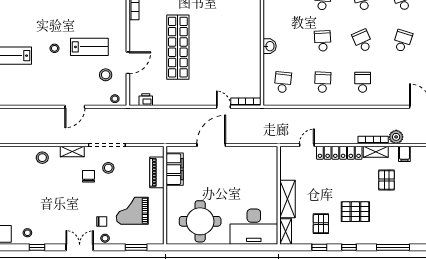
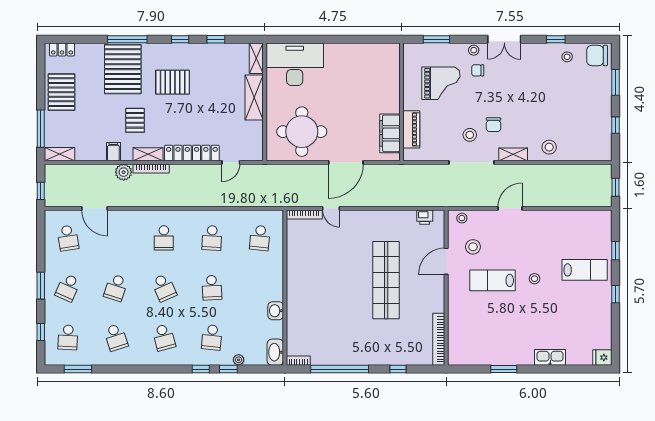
washbasin: (270, 46) -> (276, 311), moved
round table: (200, 221) -> (302, 132), moved
pallet: (321, 224) -> (123, 69), moved, width x2.05, depth x2.00

